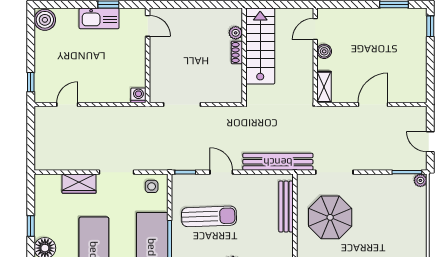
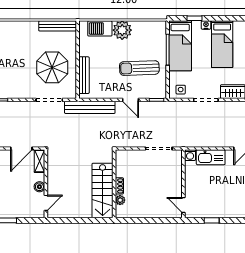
kitchen sink: (99, 18) -> (211, 157), moved, turned 180
door: (315, 29) -> (46, 203), moved
boiler: (324, 51) -> (39, 187), moved
wall: (315, 55) -> (46, 184), moved
shelving: (324, 87) -> (40, 161), moved

